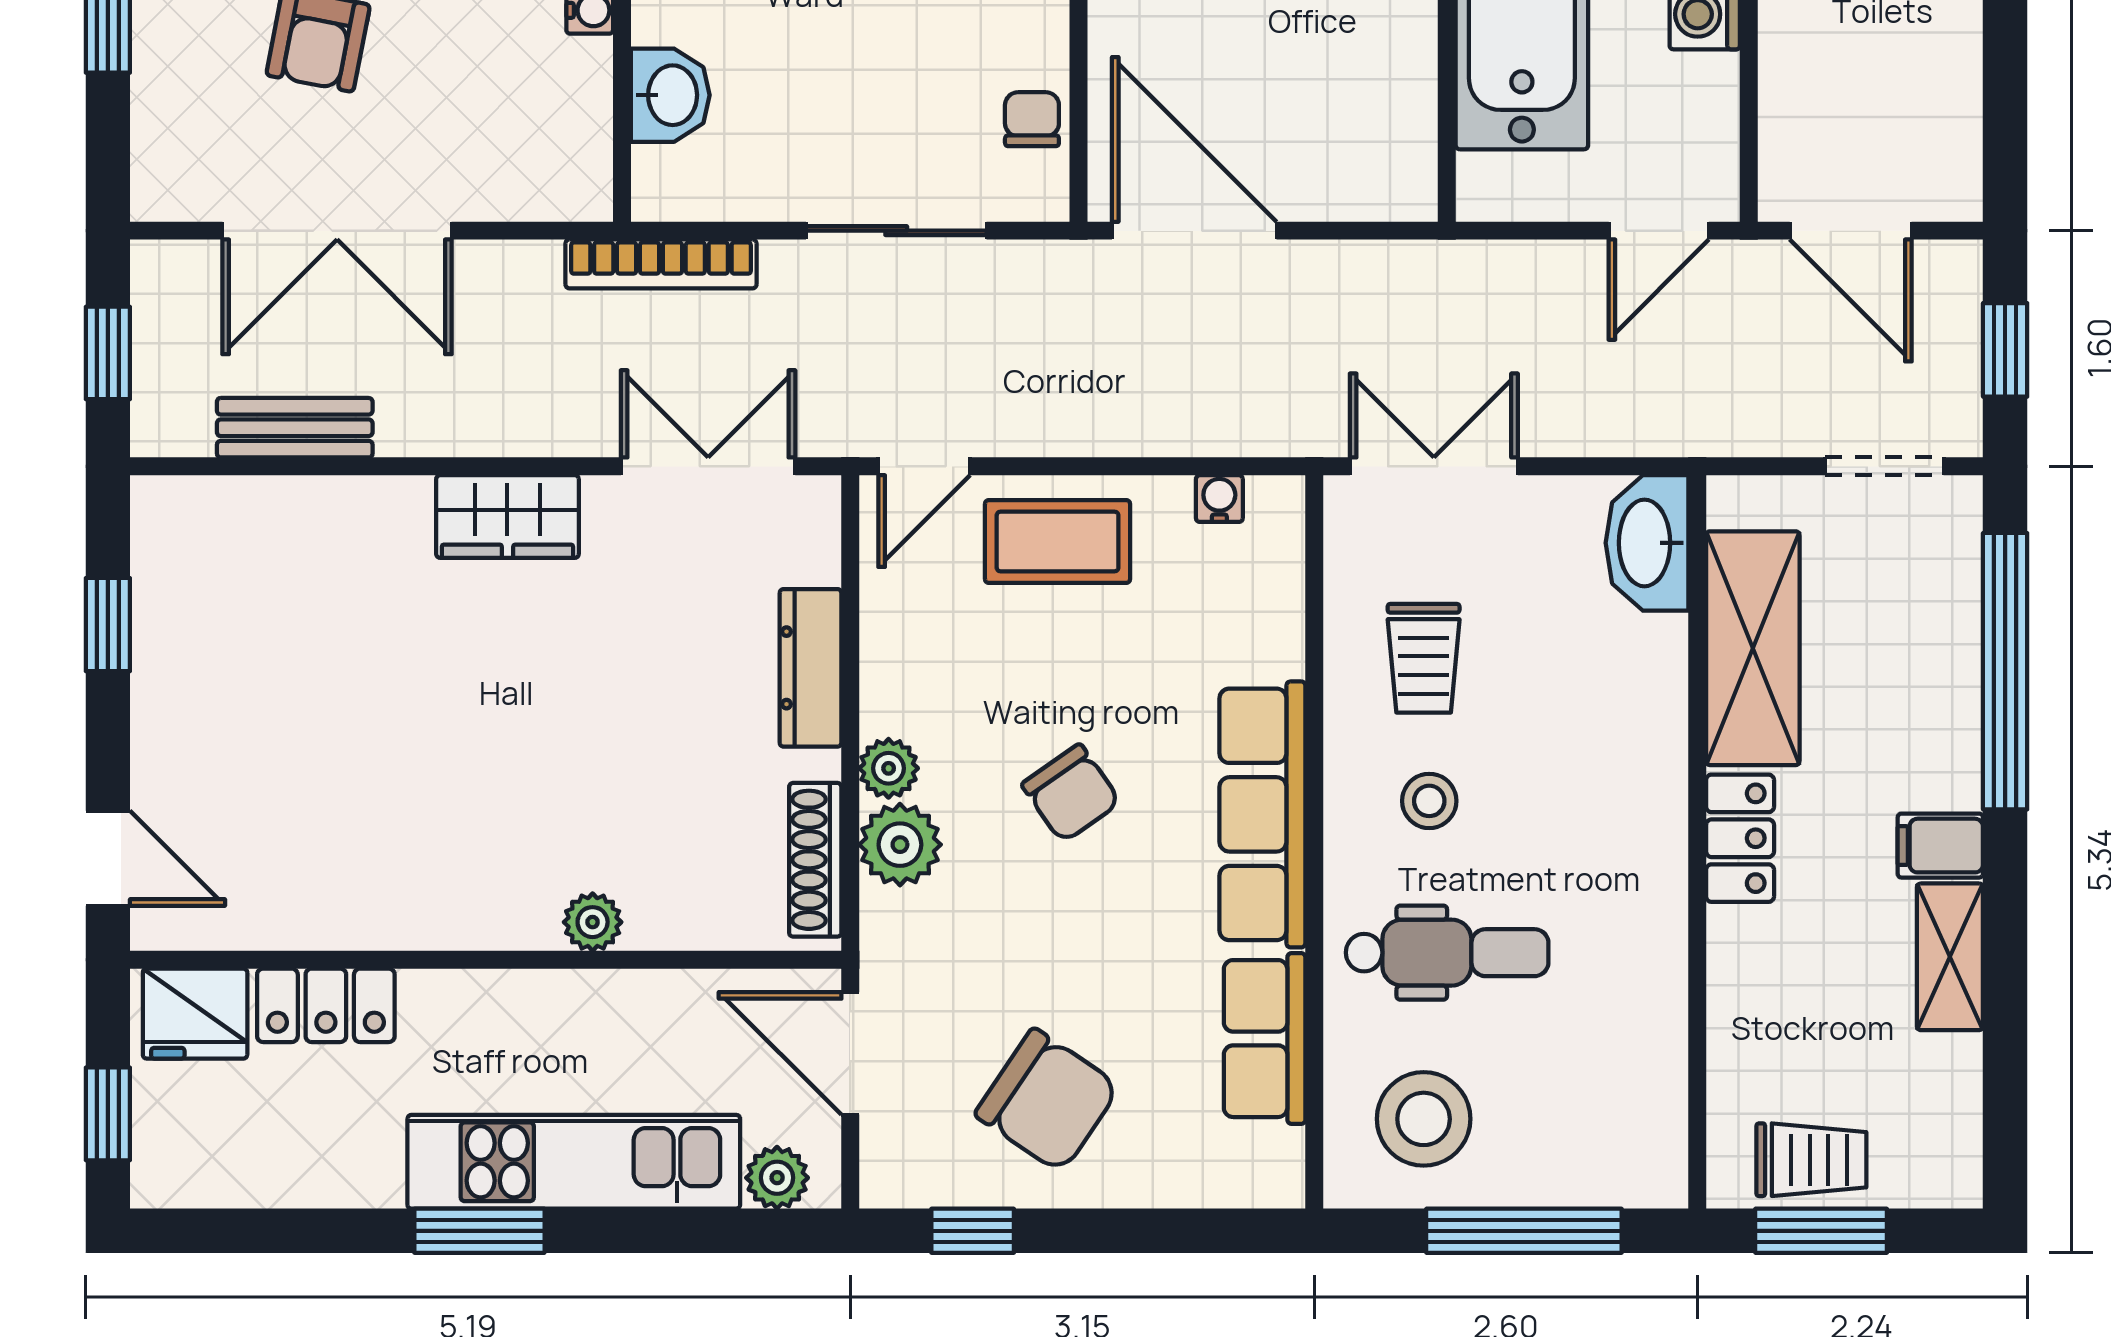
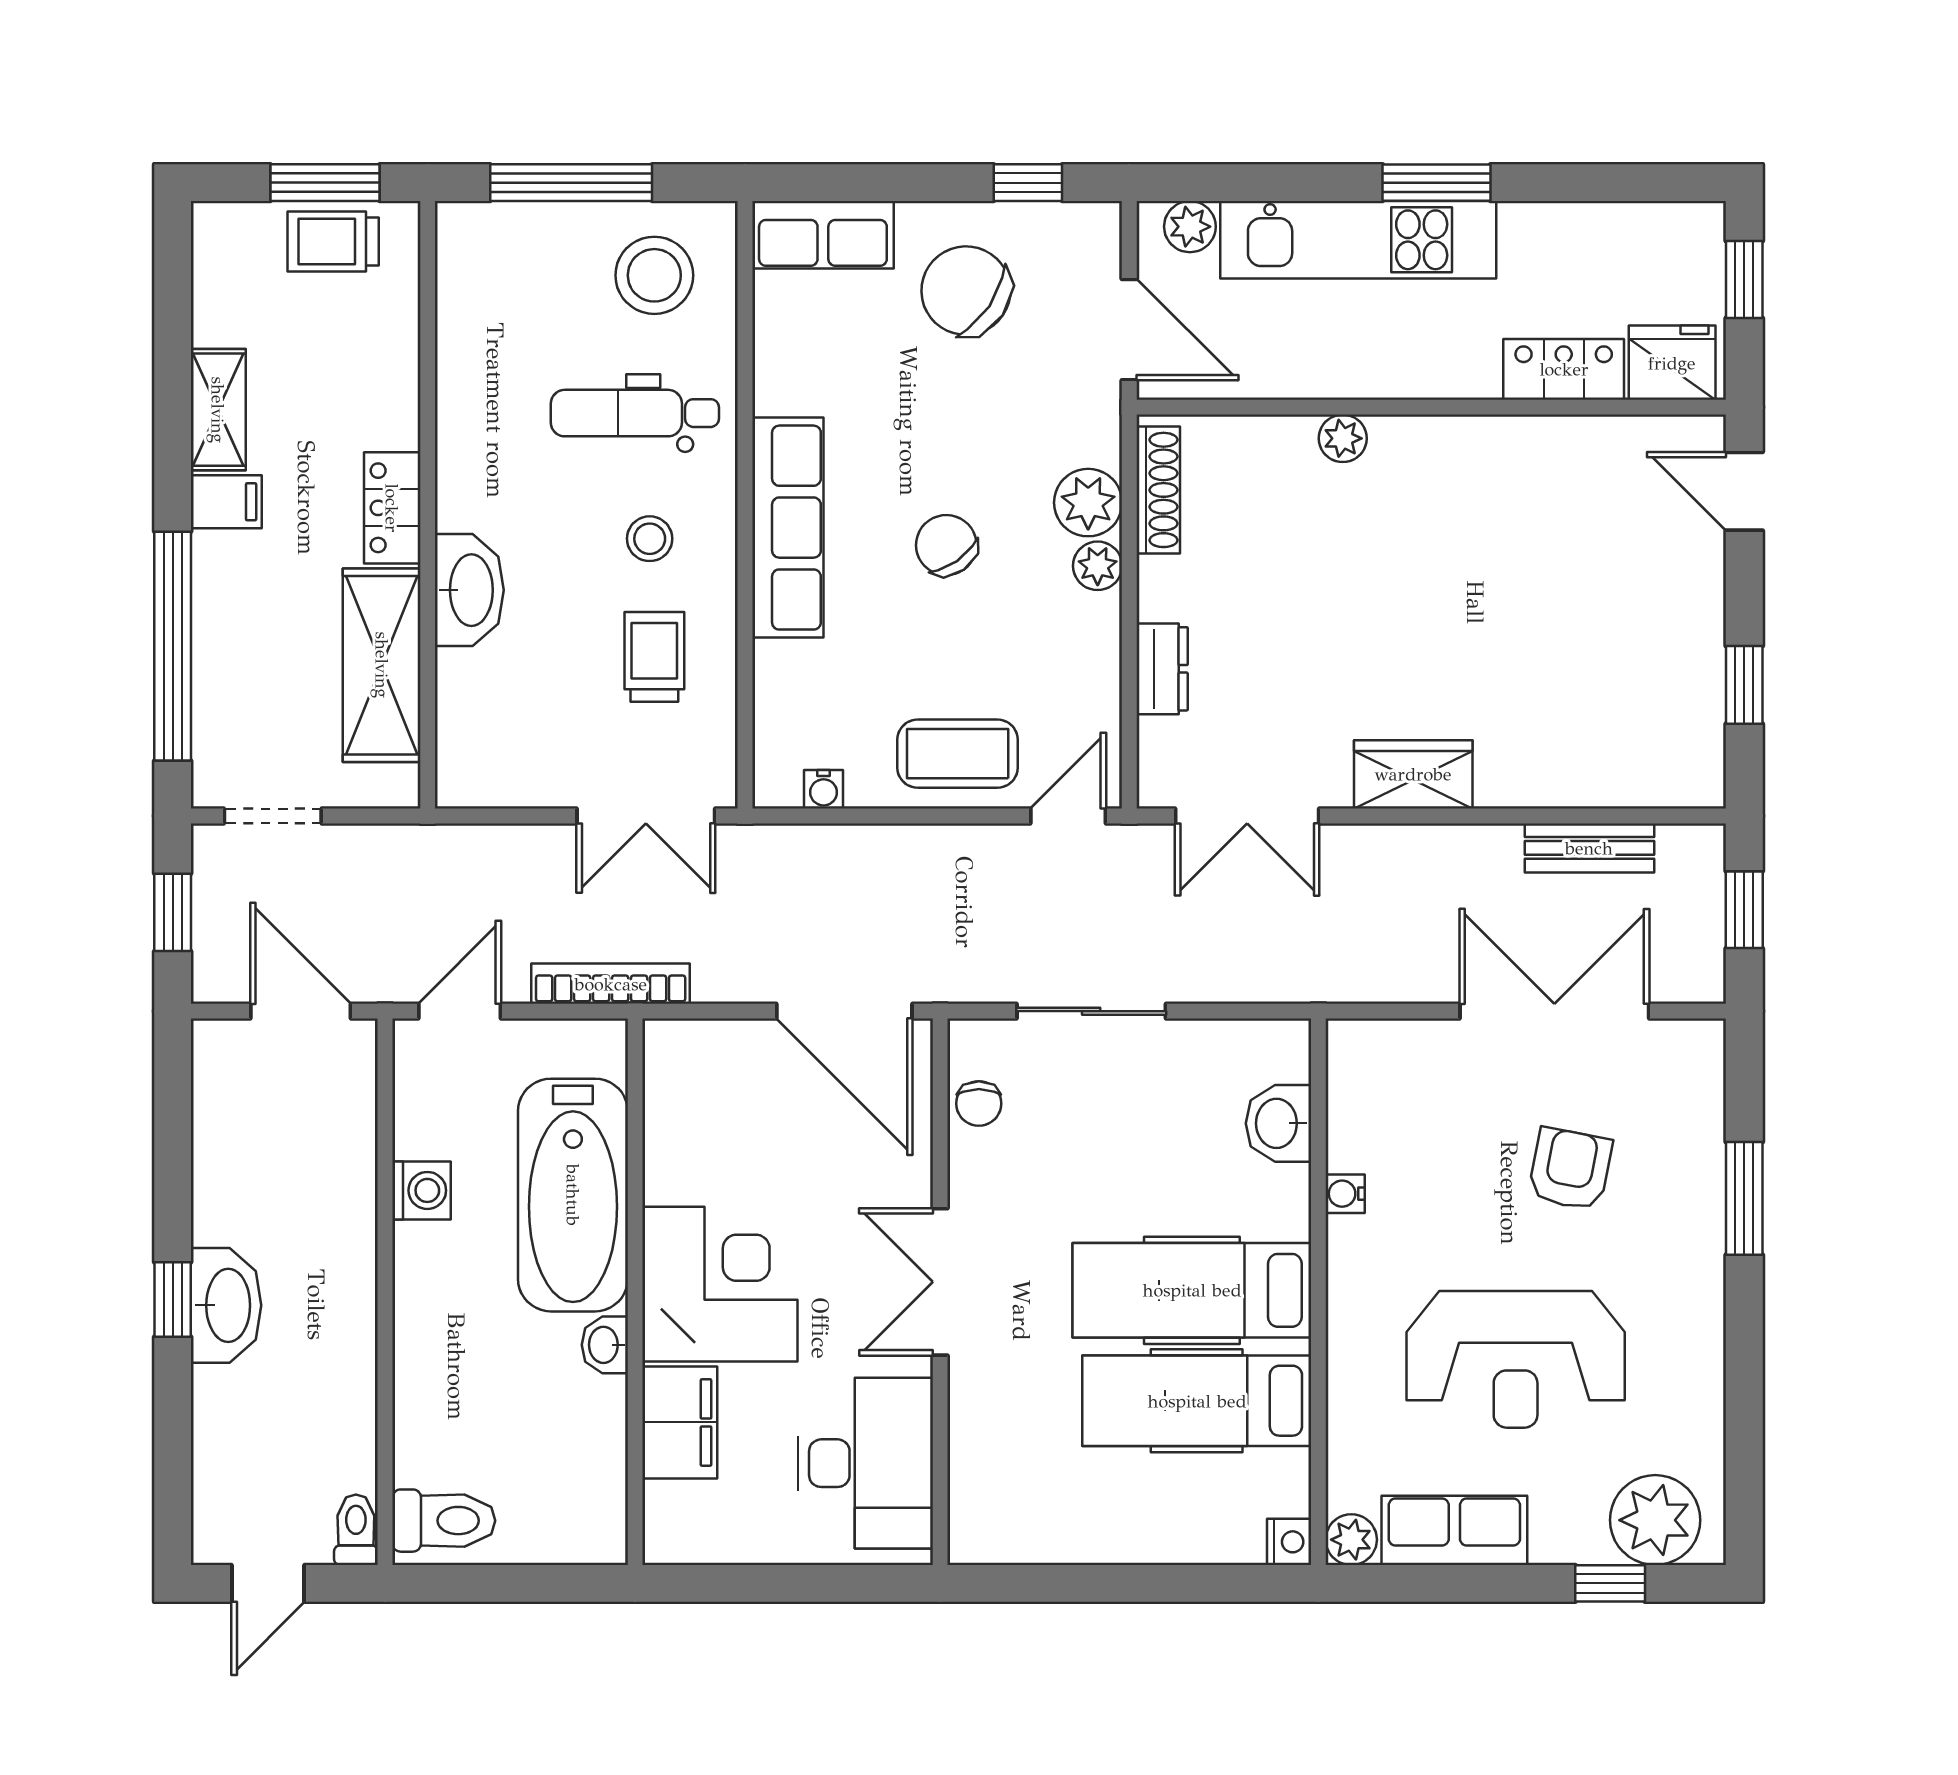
bookcase: (661, 264) -> (611, 984), moved
washbasin: (1647, 543) -> (469, 590), moved
dresser: (811, 668) -> (1162, 669), width x0.70
row of seats: (1265, 1039) -> (823, 235), moved, turned 90

